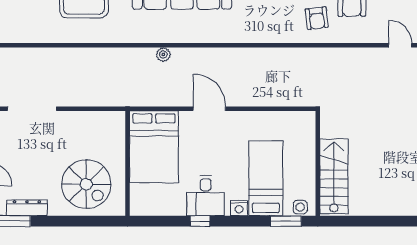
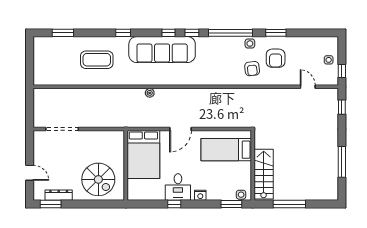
door: (209, 109) -> (180, 129), swing flipped
bed: (266, 178) -> (226, 150), moved, turned -90
window: (373, 221) -> (289, 204), added

